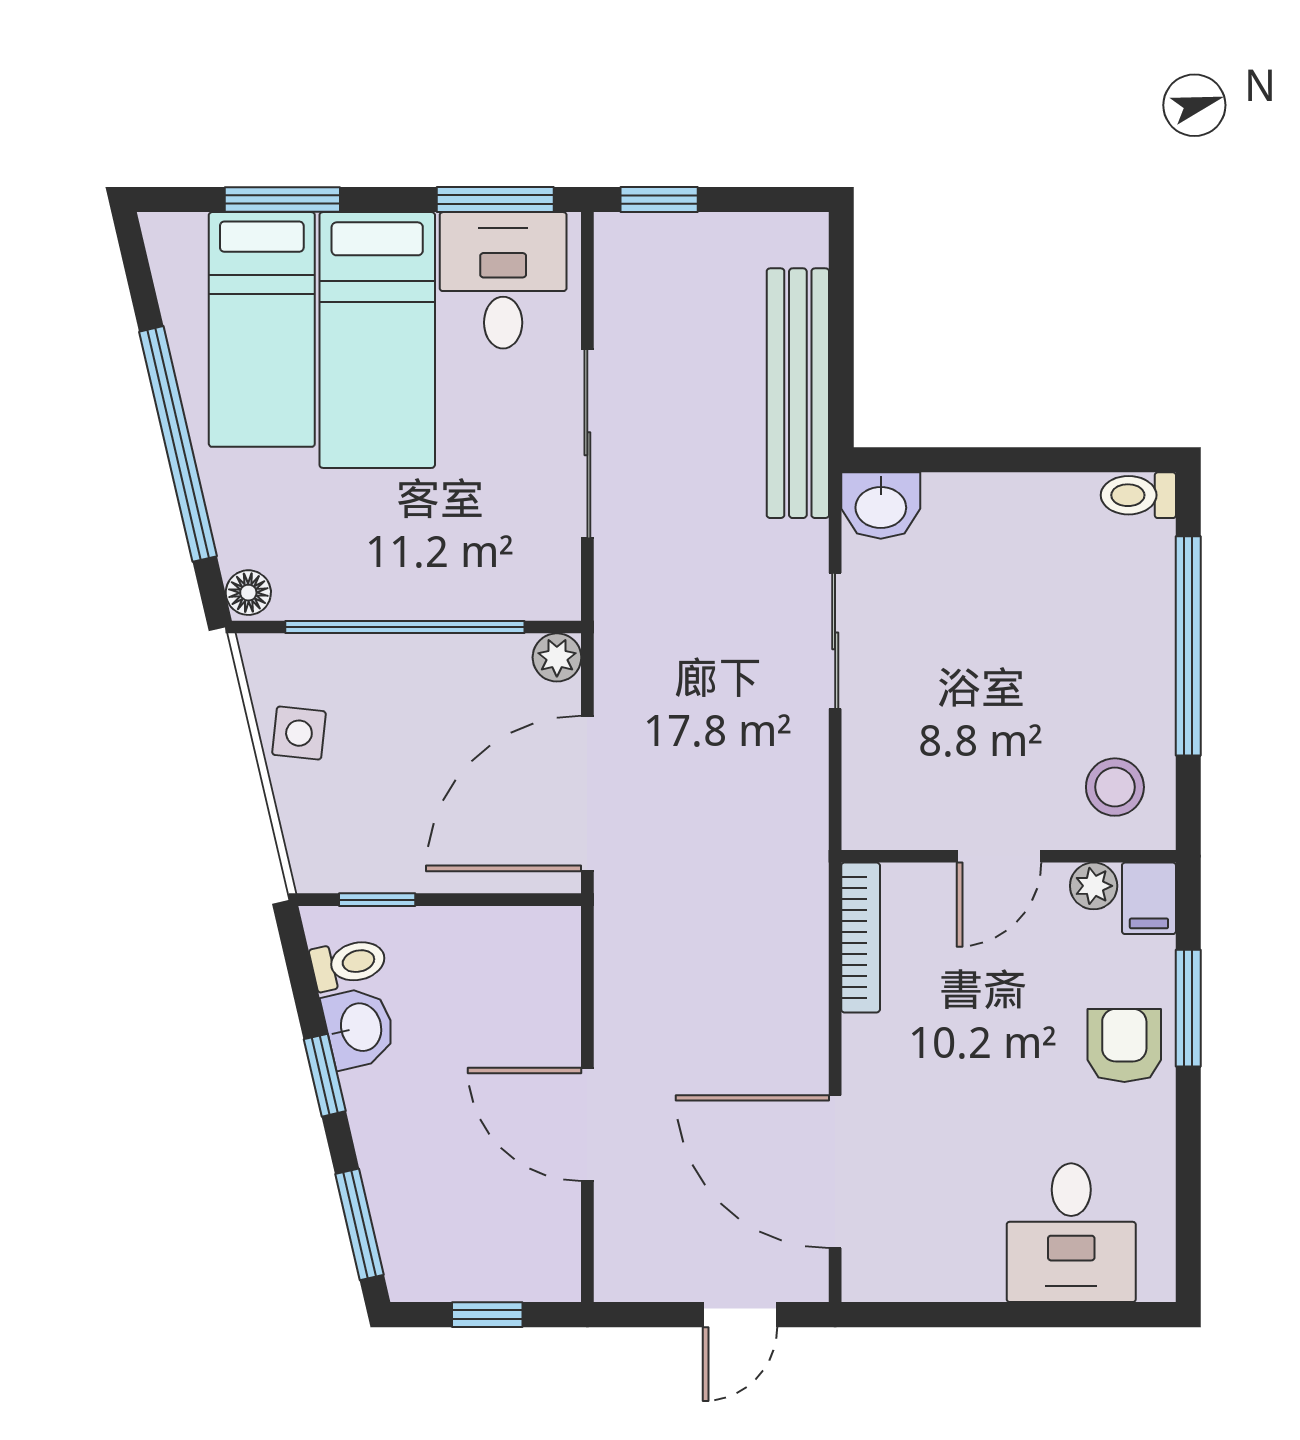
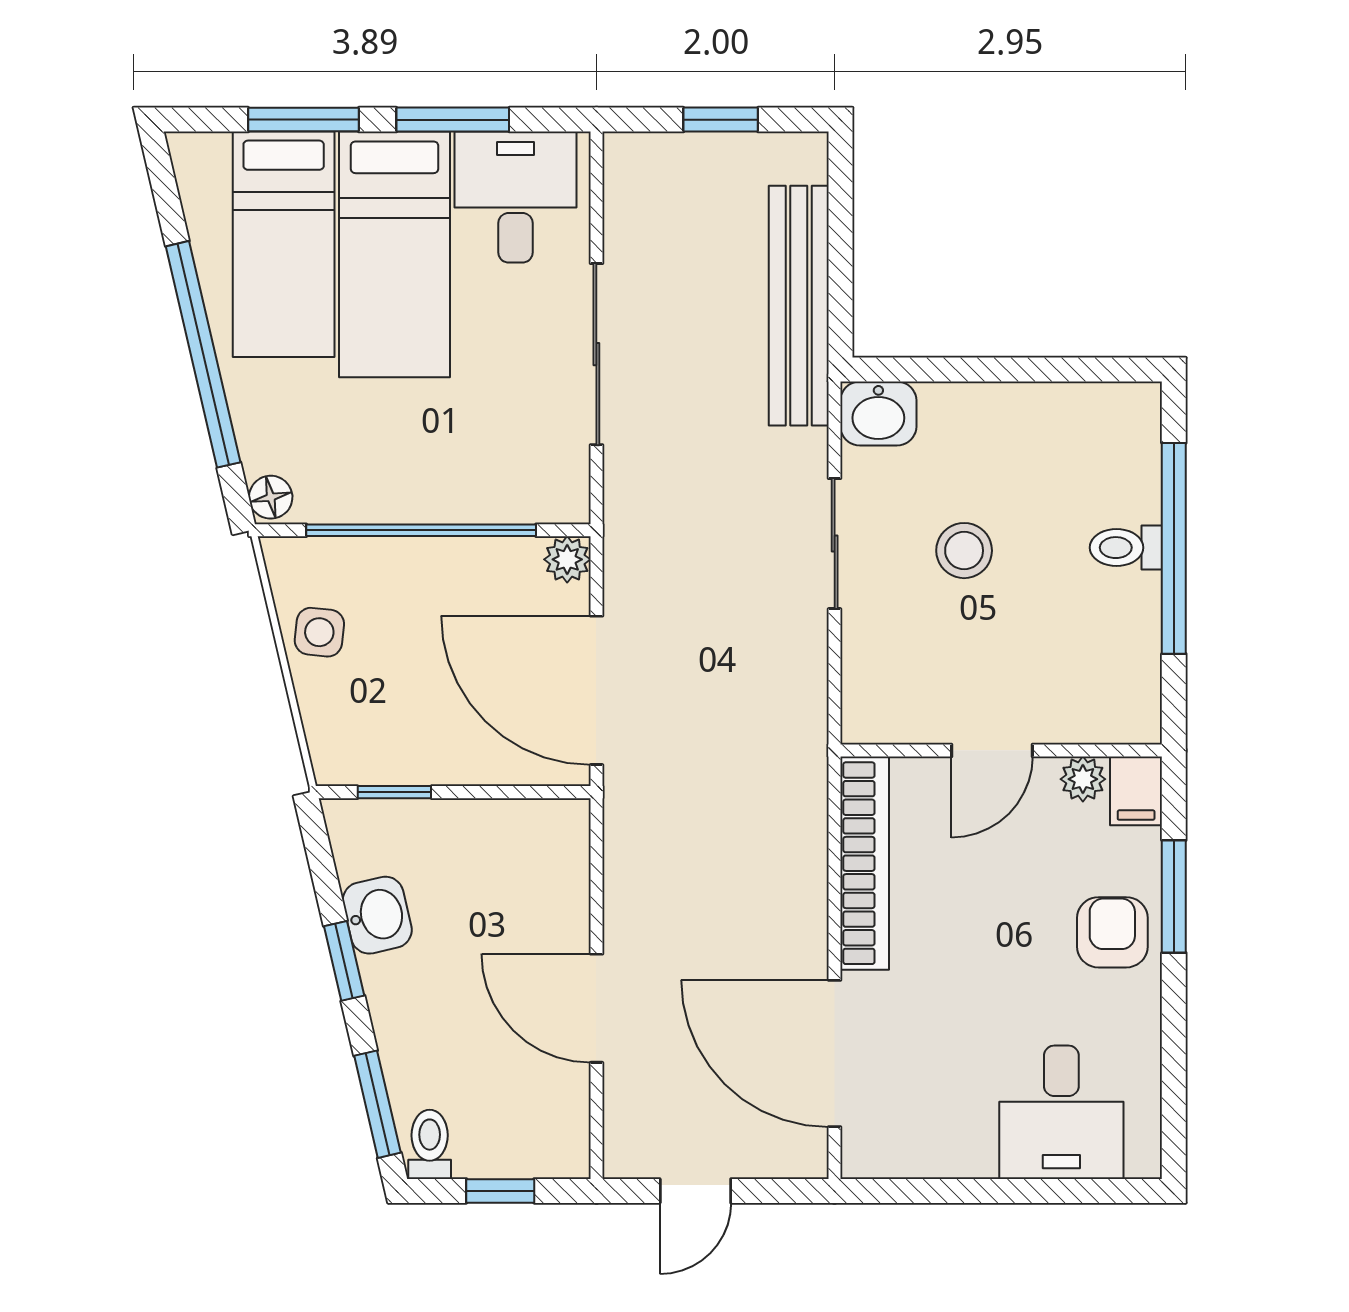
window: (495, 200) -> (453, 120), moved
window: (659, 200) -> (721, 120), moved
toilet: (1138, 495) -> (1126, 548), moved
stool: (1115, 787) -> (964, 551), moved
door: (587, 794) -> (596, 690), hinge flipped
bookcase: (861, 937) -> (865, 863), width x1.48, depth x1.31
toilet: (349, 963) -> (430, 1144), moved, turned -77
door: (740, 1315) -> (695, 1191), moved

